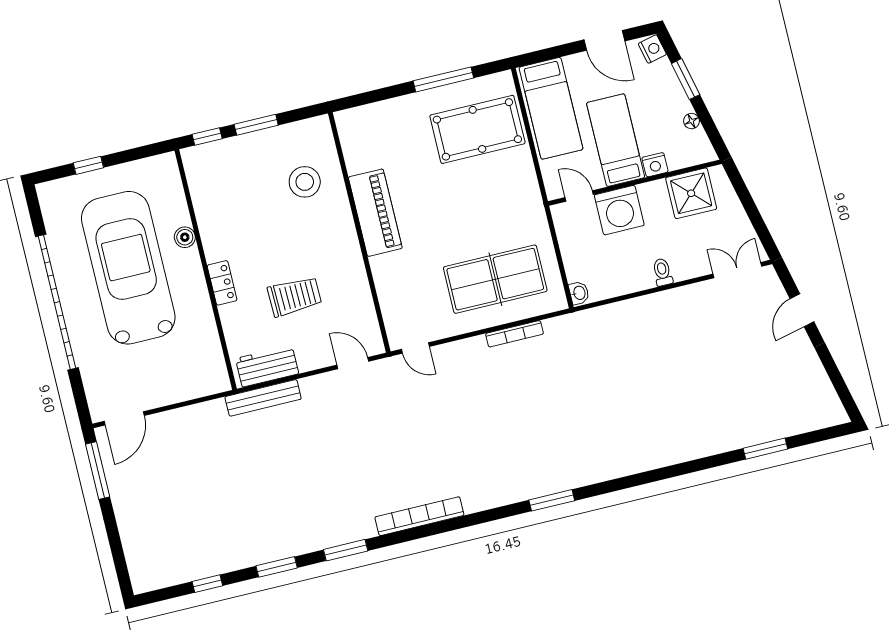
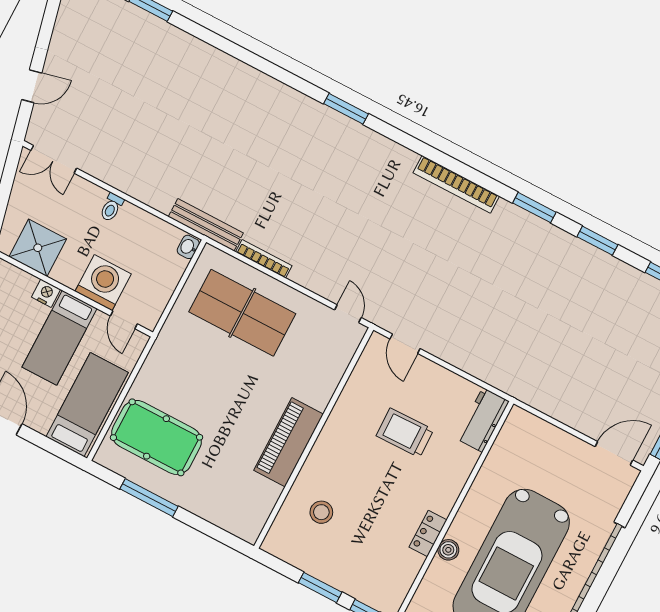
stool: (305, 182) -> (321, 512), width x0.73, depth x0.73
locker: (222, 283) -> (428, 534), moved
workbench: (267, 366) -> (483, 420), moved, turned 90
bench: (263, 398) -> (206, 225), moved

